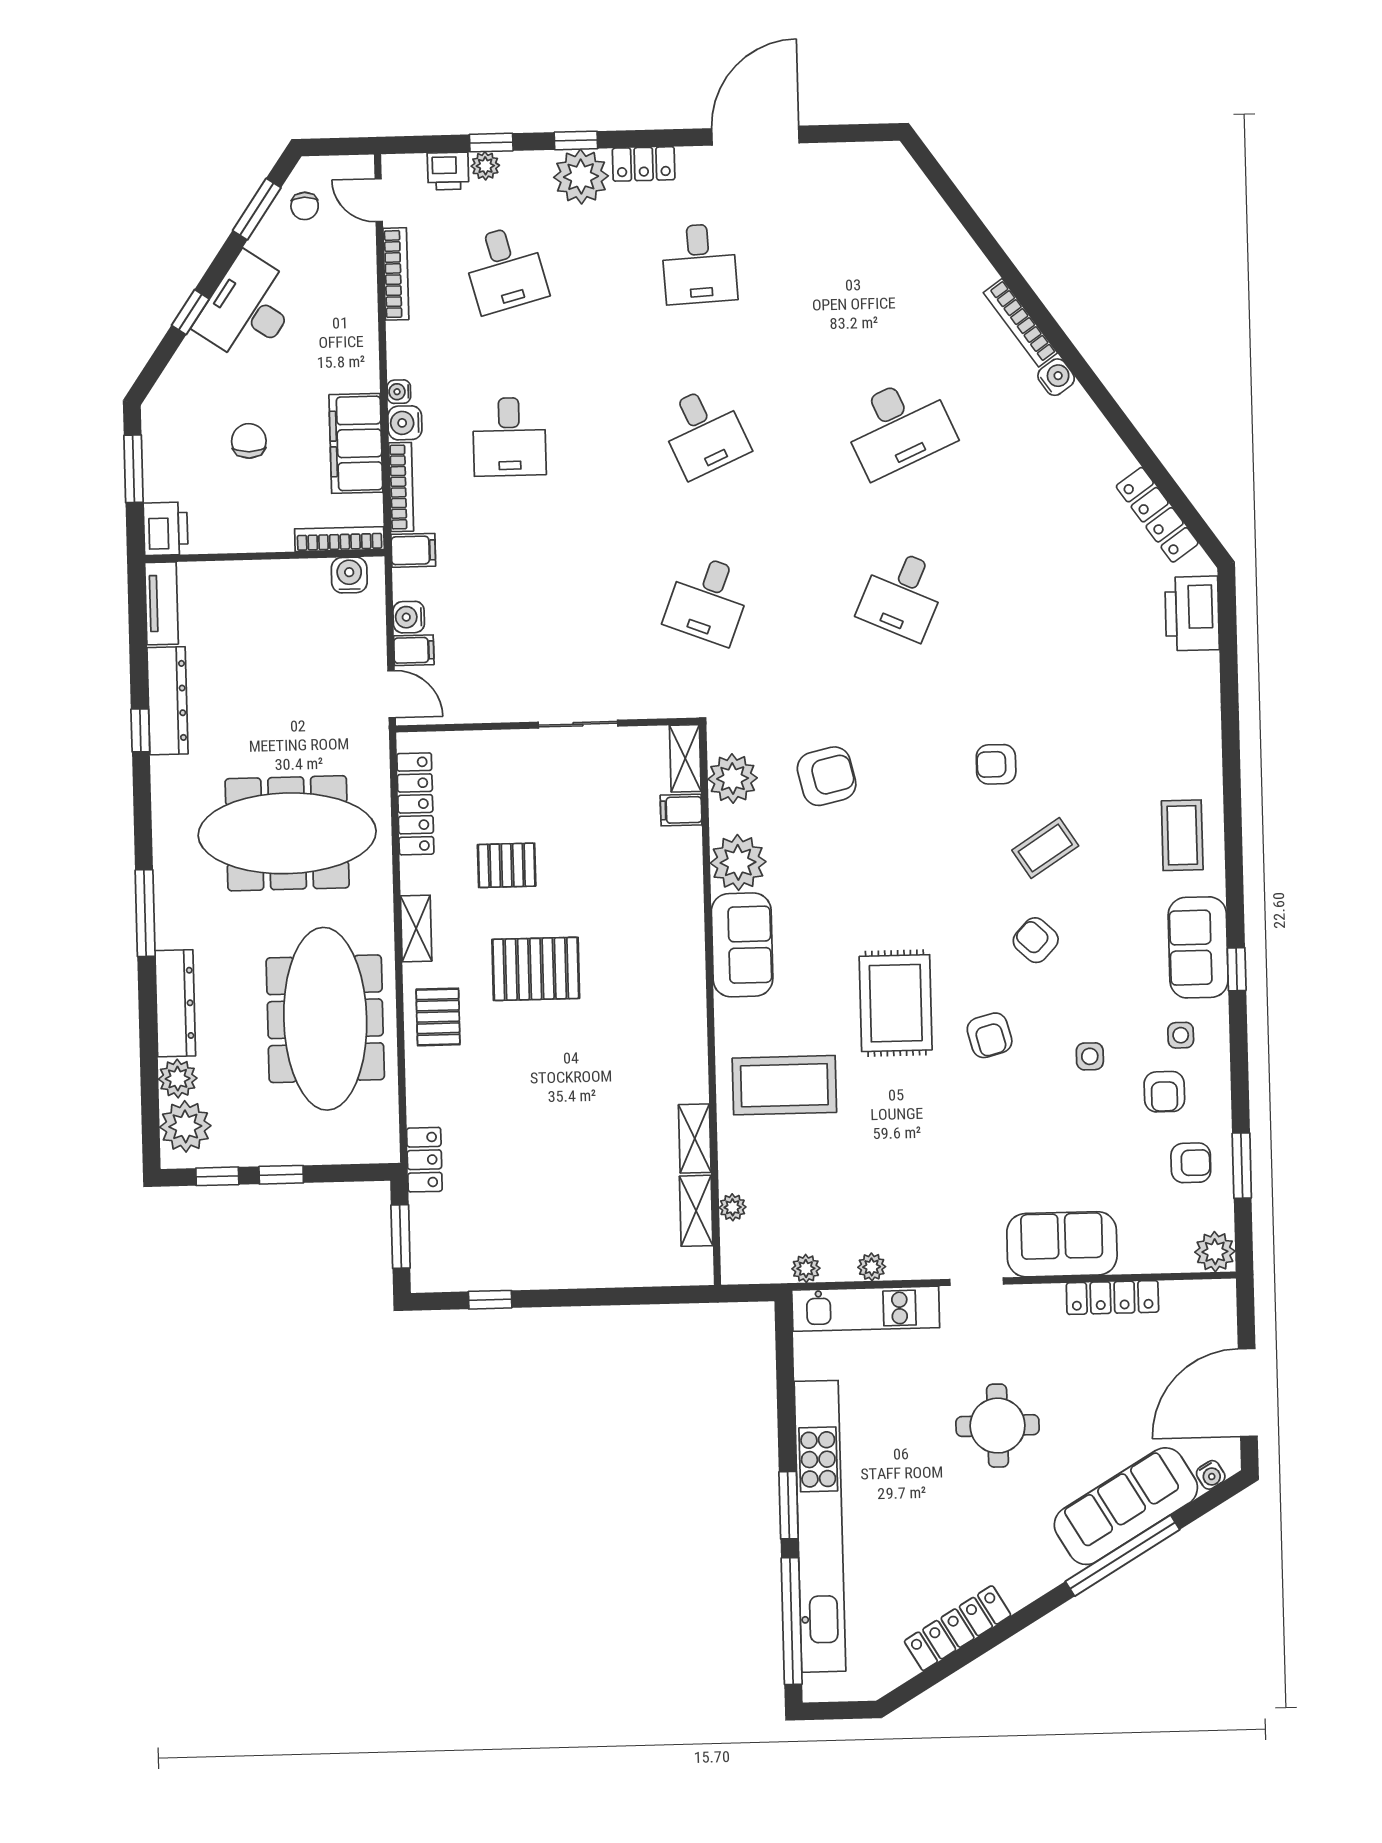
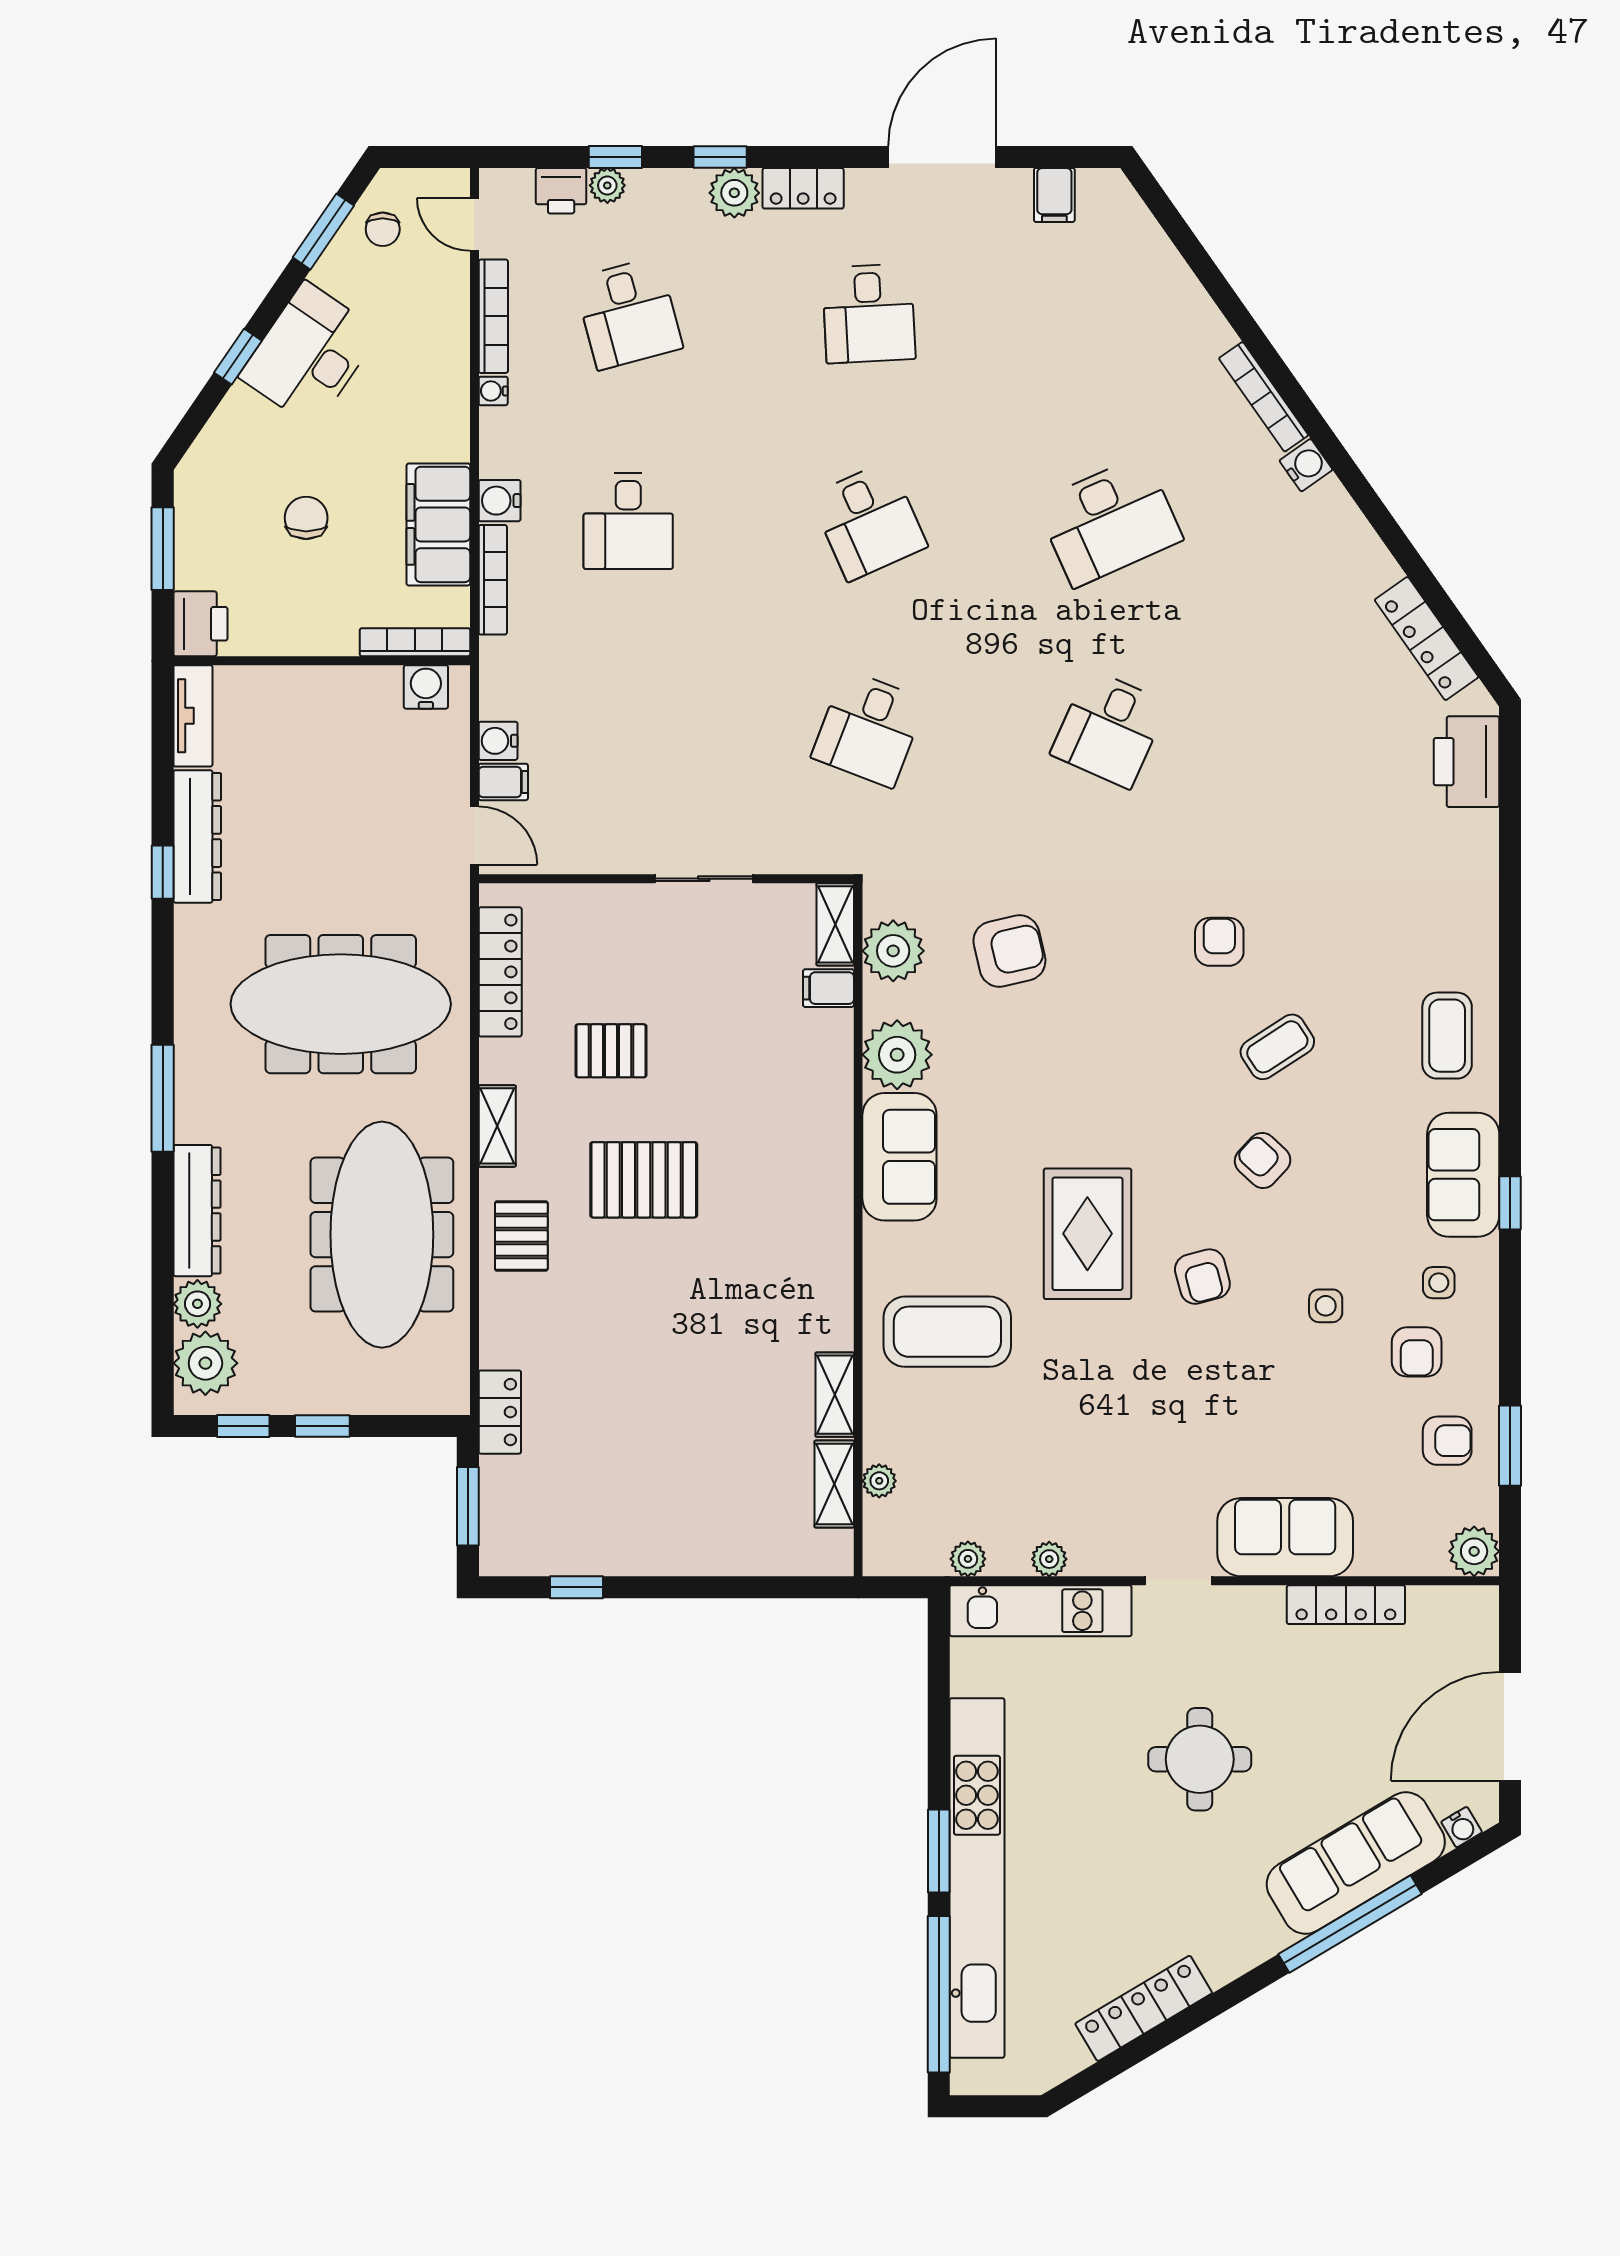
plant: (581, 177) -> (734, 193), width x0.73, depth x0.73
water cooler: (399, 392) -> (493, 391), moved
filing cabinet: (413, 550) -> (1054, 195), moved, turned 90
armchair: (996, 764) -> (1219, 942), turned 90

